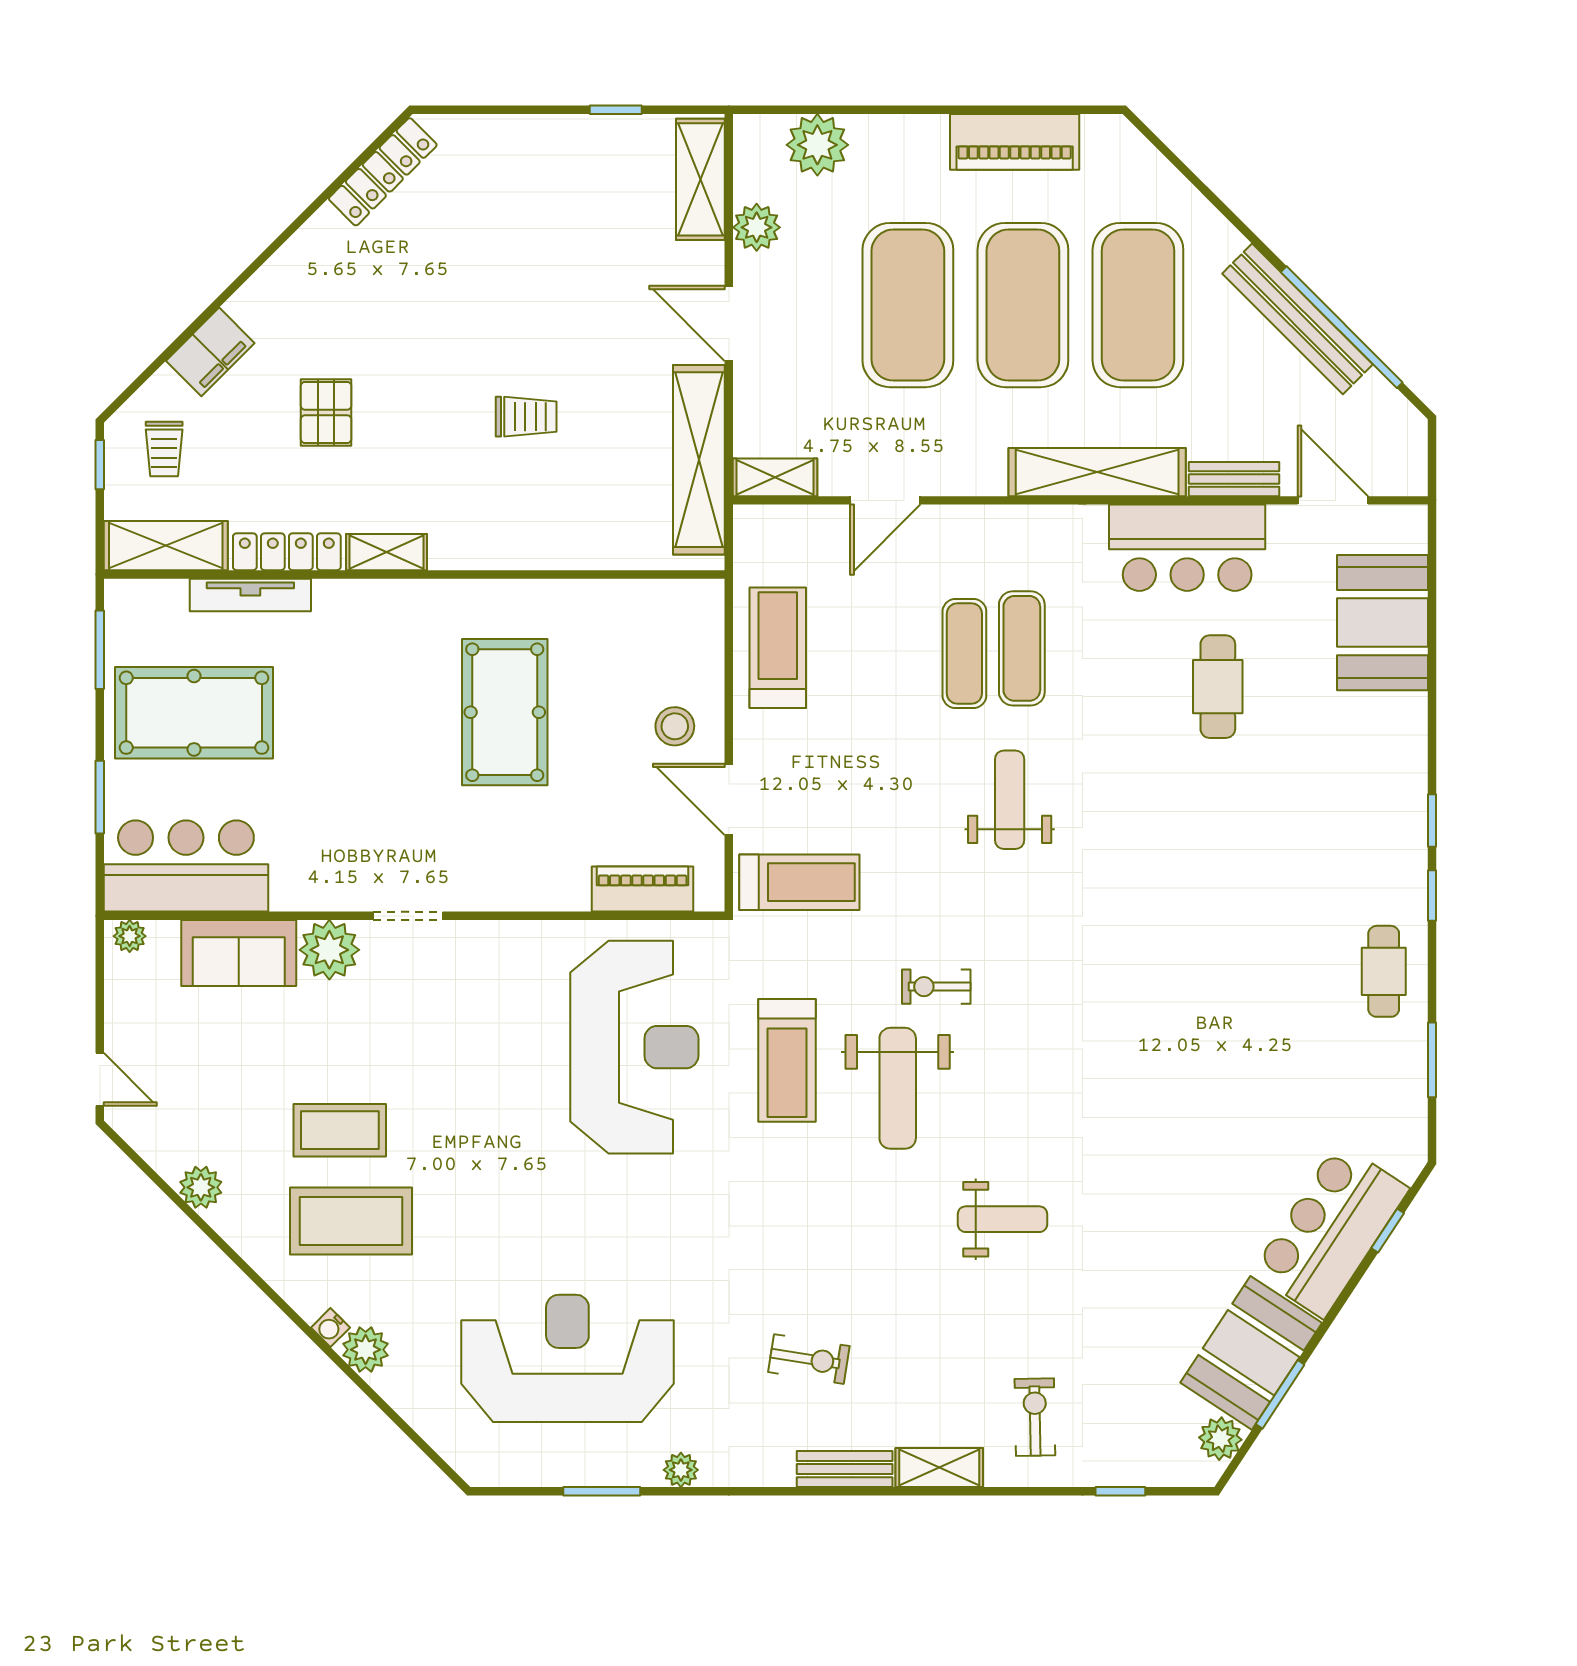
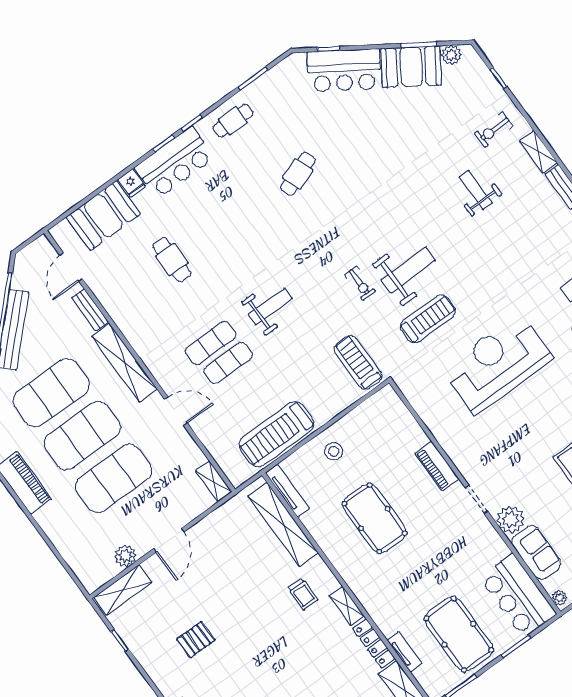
plant: (817, 145) -> (78, 556), removed
pallet: (326, 412) -> (196, 640), moved
trolley: (526, 417) -> (303, 594), moved, turned 180
shelving: (699, 460) -> (283, 524), moved, turned 90
door: (885, 500) -> (176, 411), moved
bar counter: (1187, 548) -> (175, 163), moved, turned 90
tv unit: (250, 595) -> (404, 652), width x0.71
tv unit: (665, 595) -> (287, 491), added
treadmill: (778, 648) -> (276, 434), width x1.37, depth x1.38
cafe table: (1218, 687) -> (172, 260), turned 90
pool table: (505, 712) -> (374, 518), turned 90
fridge: (1404, 714) -> (132, 183), added
door: (729, 799) -> (346, 411), removed
weight bench: (1010, 800) -> (270, 307), turned 180
piano: (643, 889) -> (437, 466), moved
cafe table: (1208, 1017) -> (298, 174), added
reception desk: (634, 1047) -> (497, 364), moved
weight bench: (1002, 1219) -> (476, 190), moved
exercise bike: (809, 1359) -> (533, 230), removed

